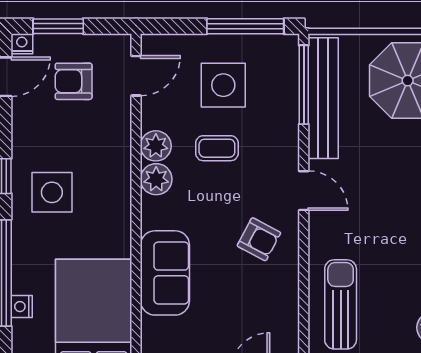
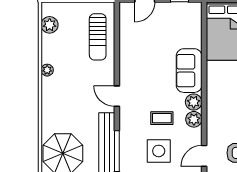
armchair: (259, 239) -> (140, 71), removed
sofa: (165, 273) -> (189, 71), moved

